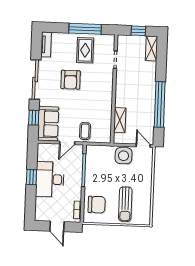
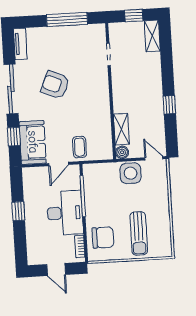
rug: (85, 50) -> (70, 46), removed
armchair: (71, 80) -> (55, 85), turned 113
window: (160, 104) -> (169, 105), width x0.32
boiler: (118, 138) -> (122, 152), added
desk: (50, 179) -> (65, 213), moved, turned 180

